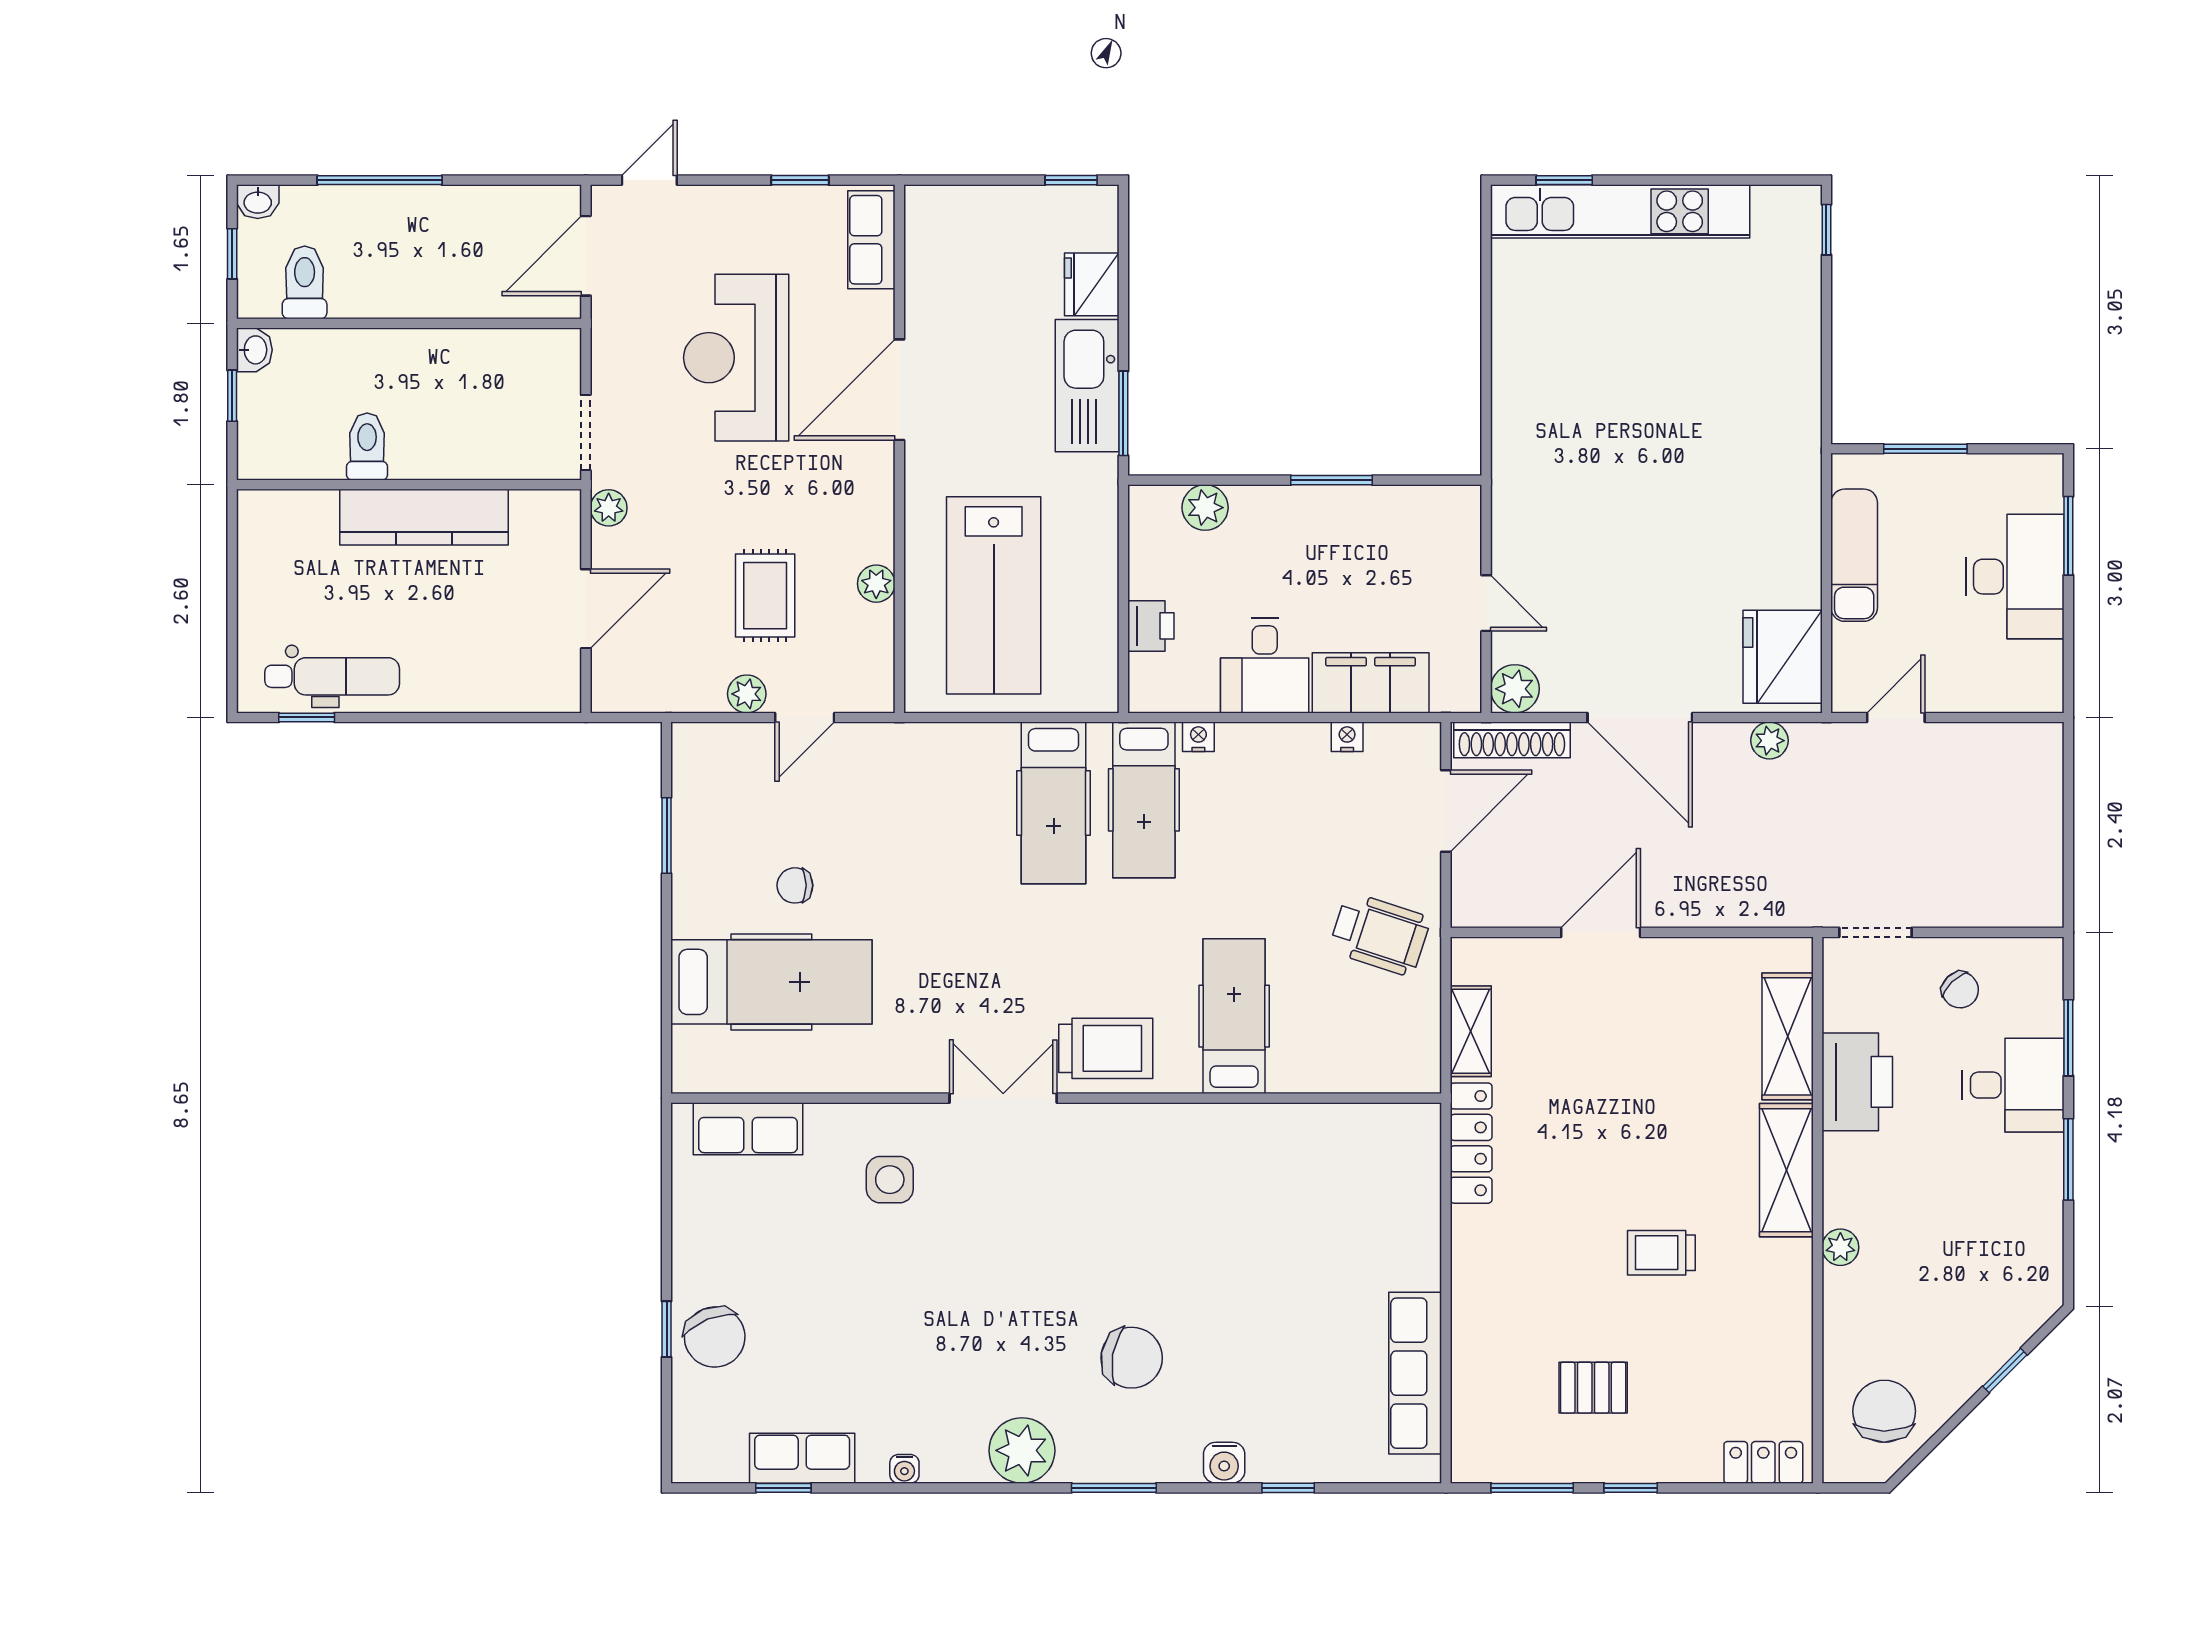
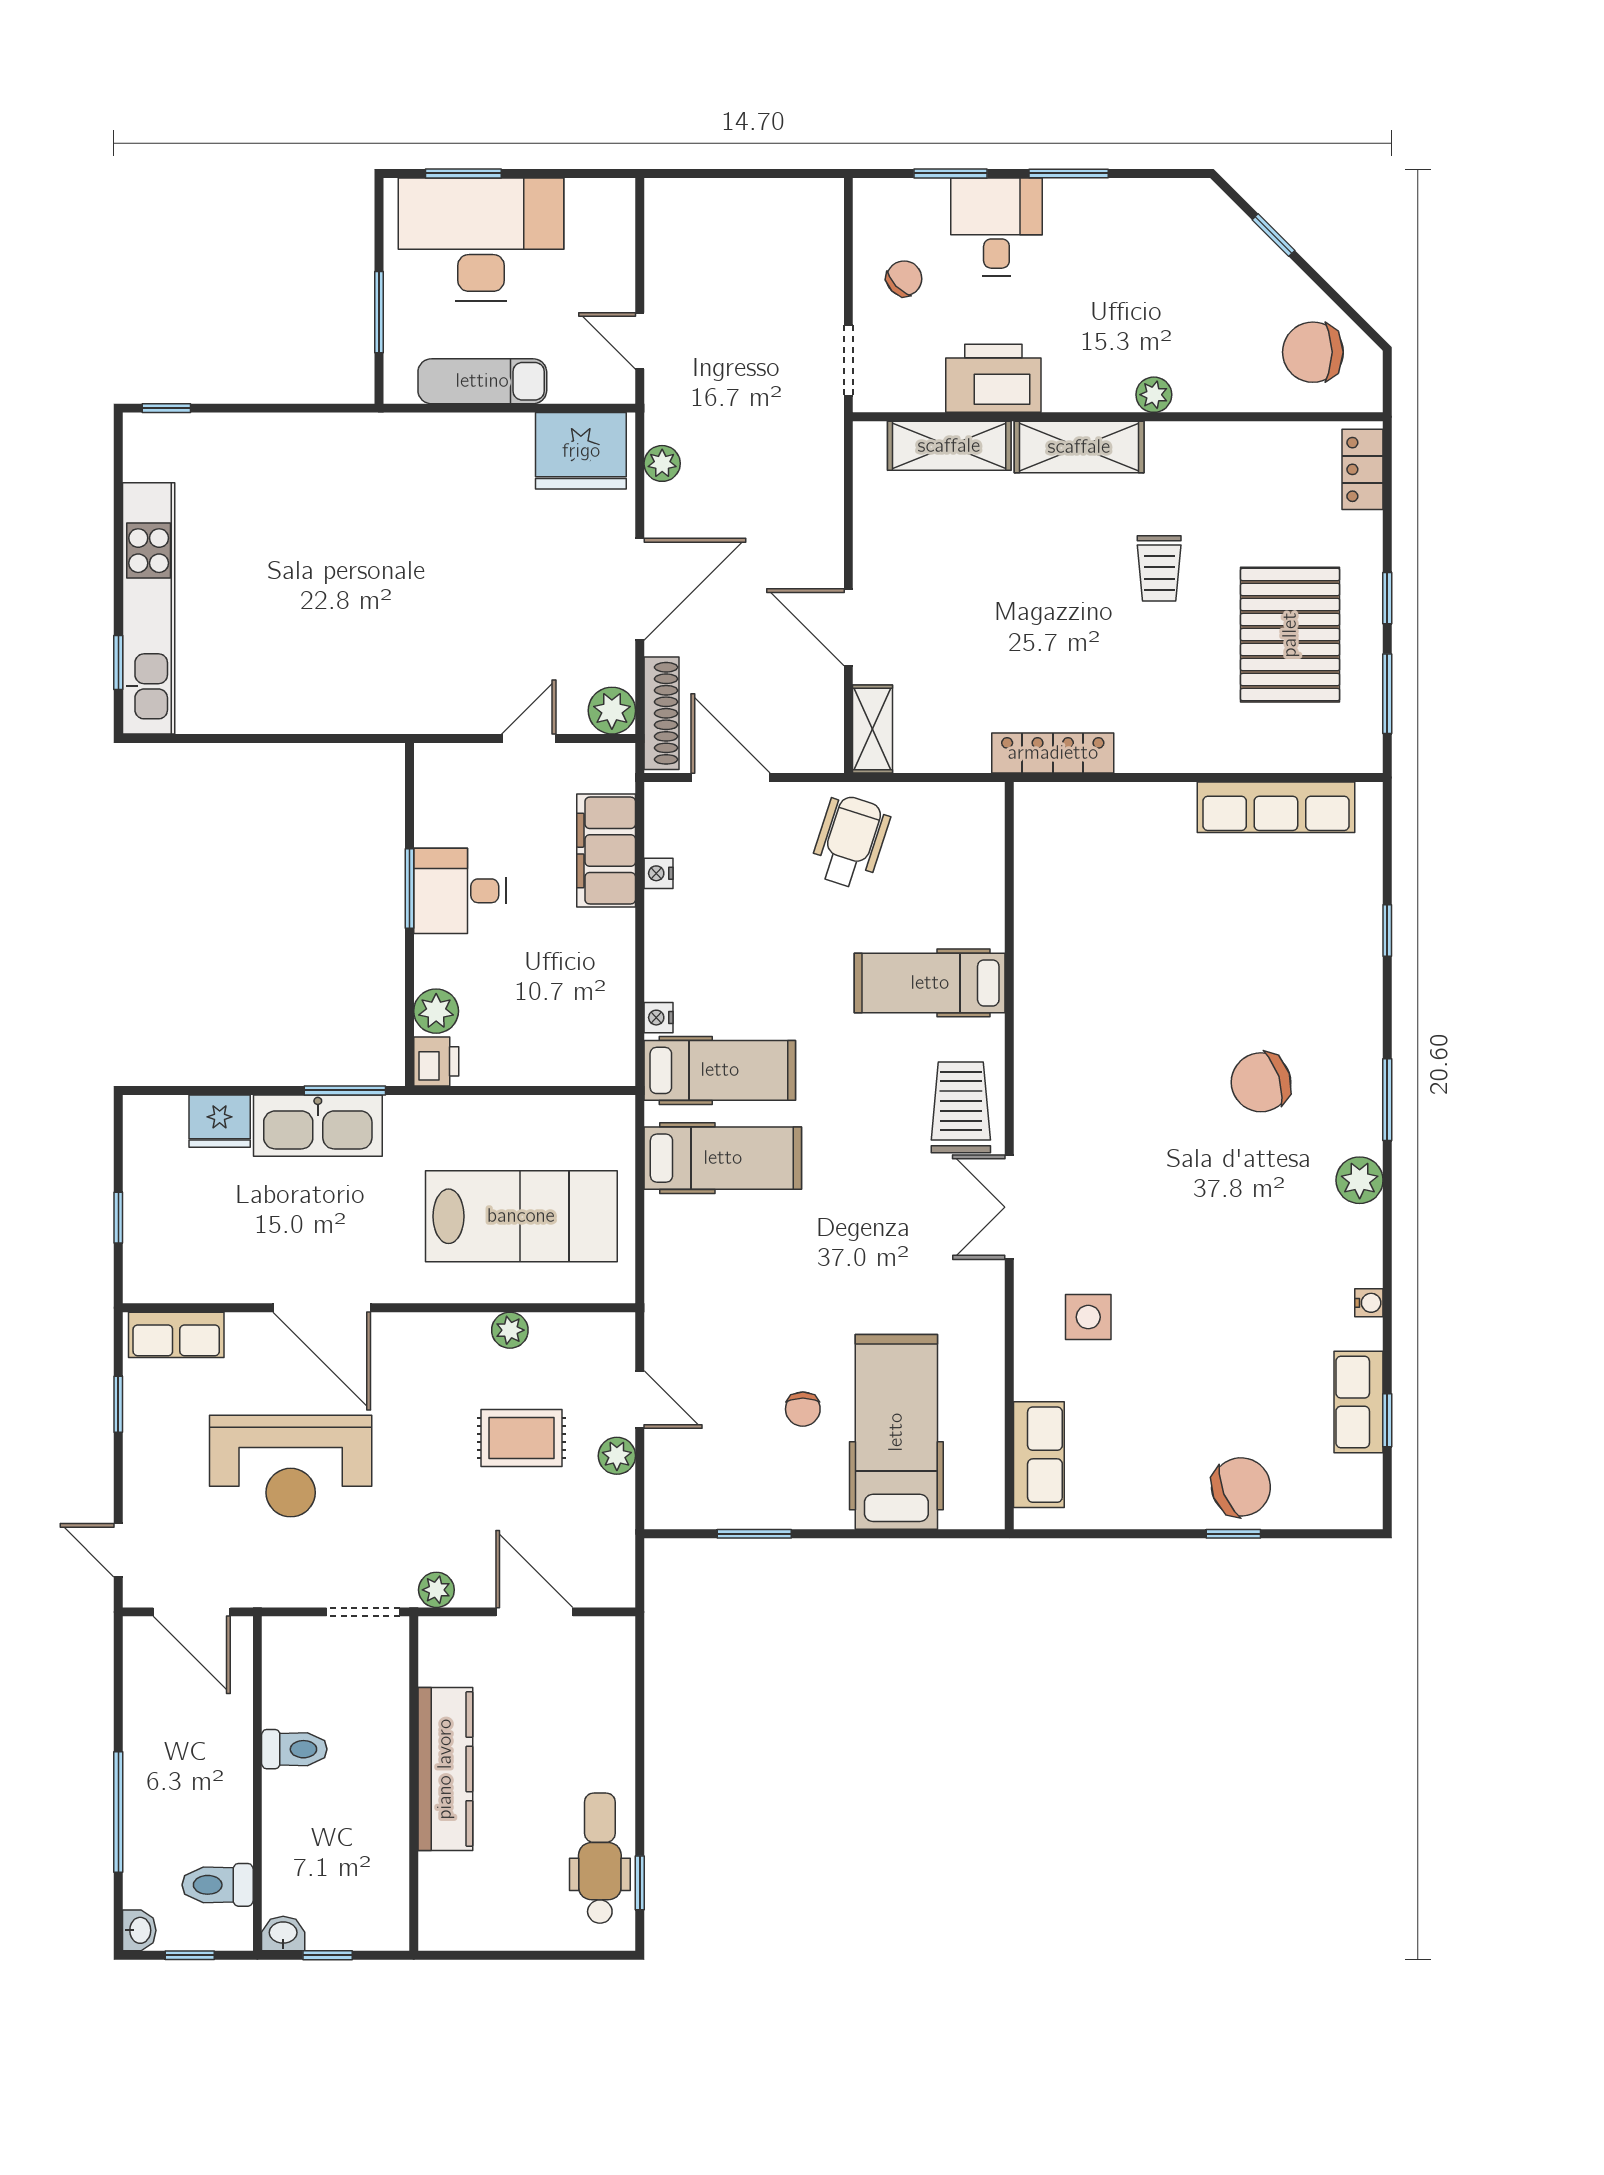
window: (1071, 180) -> (118, 1218), moved
toilet: (367, 447) -> (294, 1749), moved, turned 180
desk: (2015, 577) -> (481, 240), width x1.36, depth x1.30
printer: (1151, 626) -> (436, 1061), moved, turned 90
desk: (1265, 666) -> (460, 891), moved, turned 180
shelving: (1471, 1031) -> (873, 729), moved, turned 90
chair: (1132, 1358) -> (1261, 1082), turned -118
pallet: (1593, 1388) -> (1290, 635), width x2.05, depth x2.00
plant: (1022, 1450) -> (1360, 1180), width x0.73, depth x0.73
water cooler: (1224, 1463) -> (1363, 993), removed

